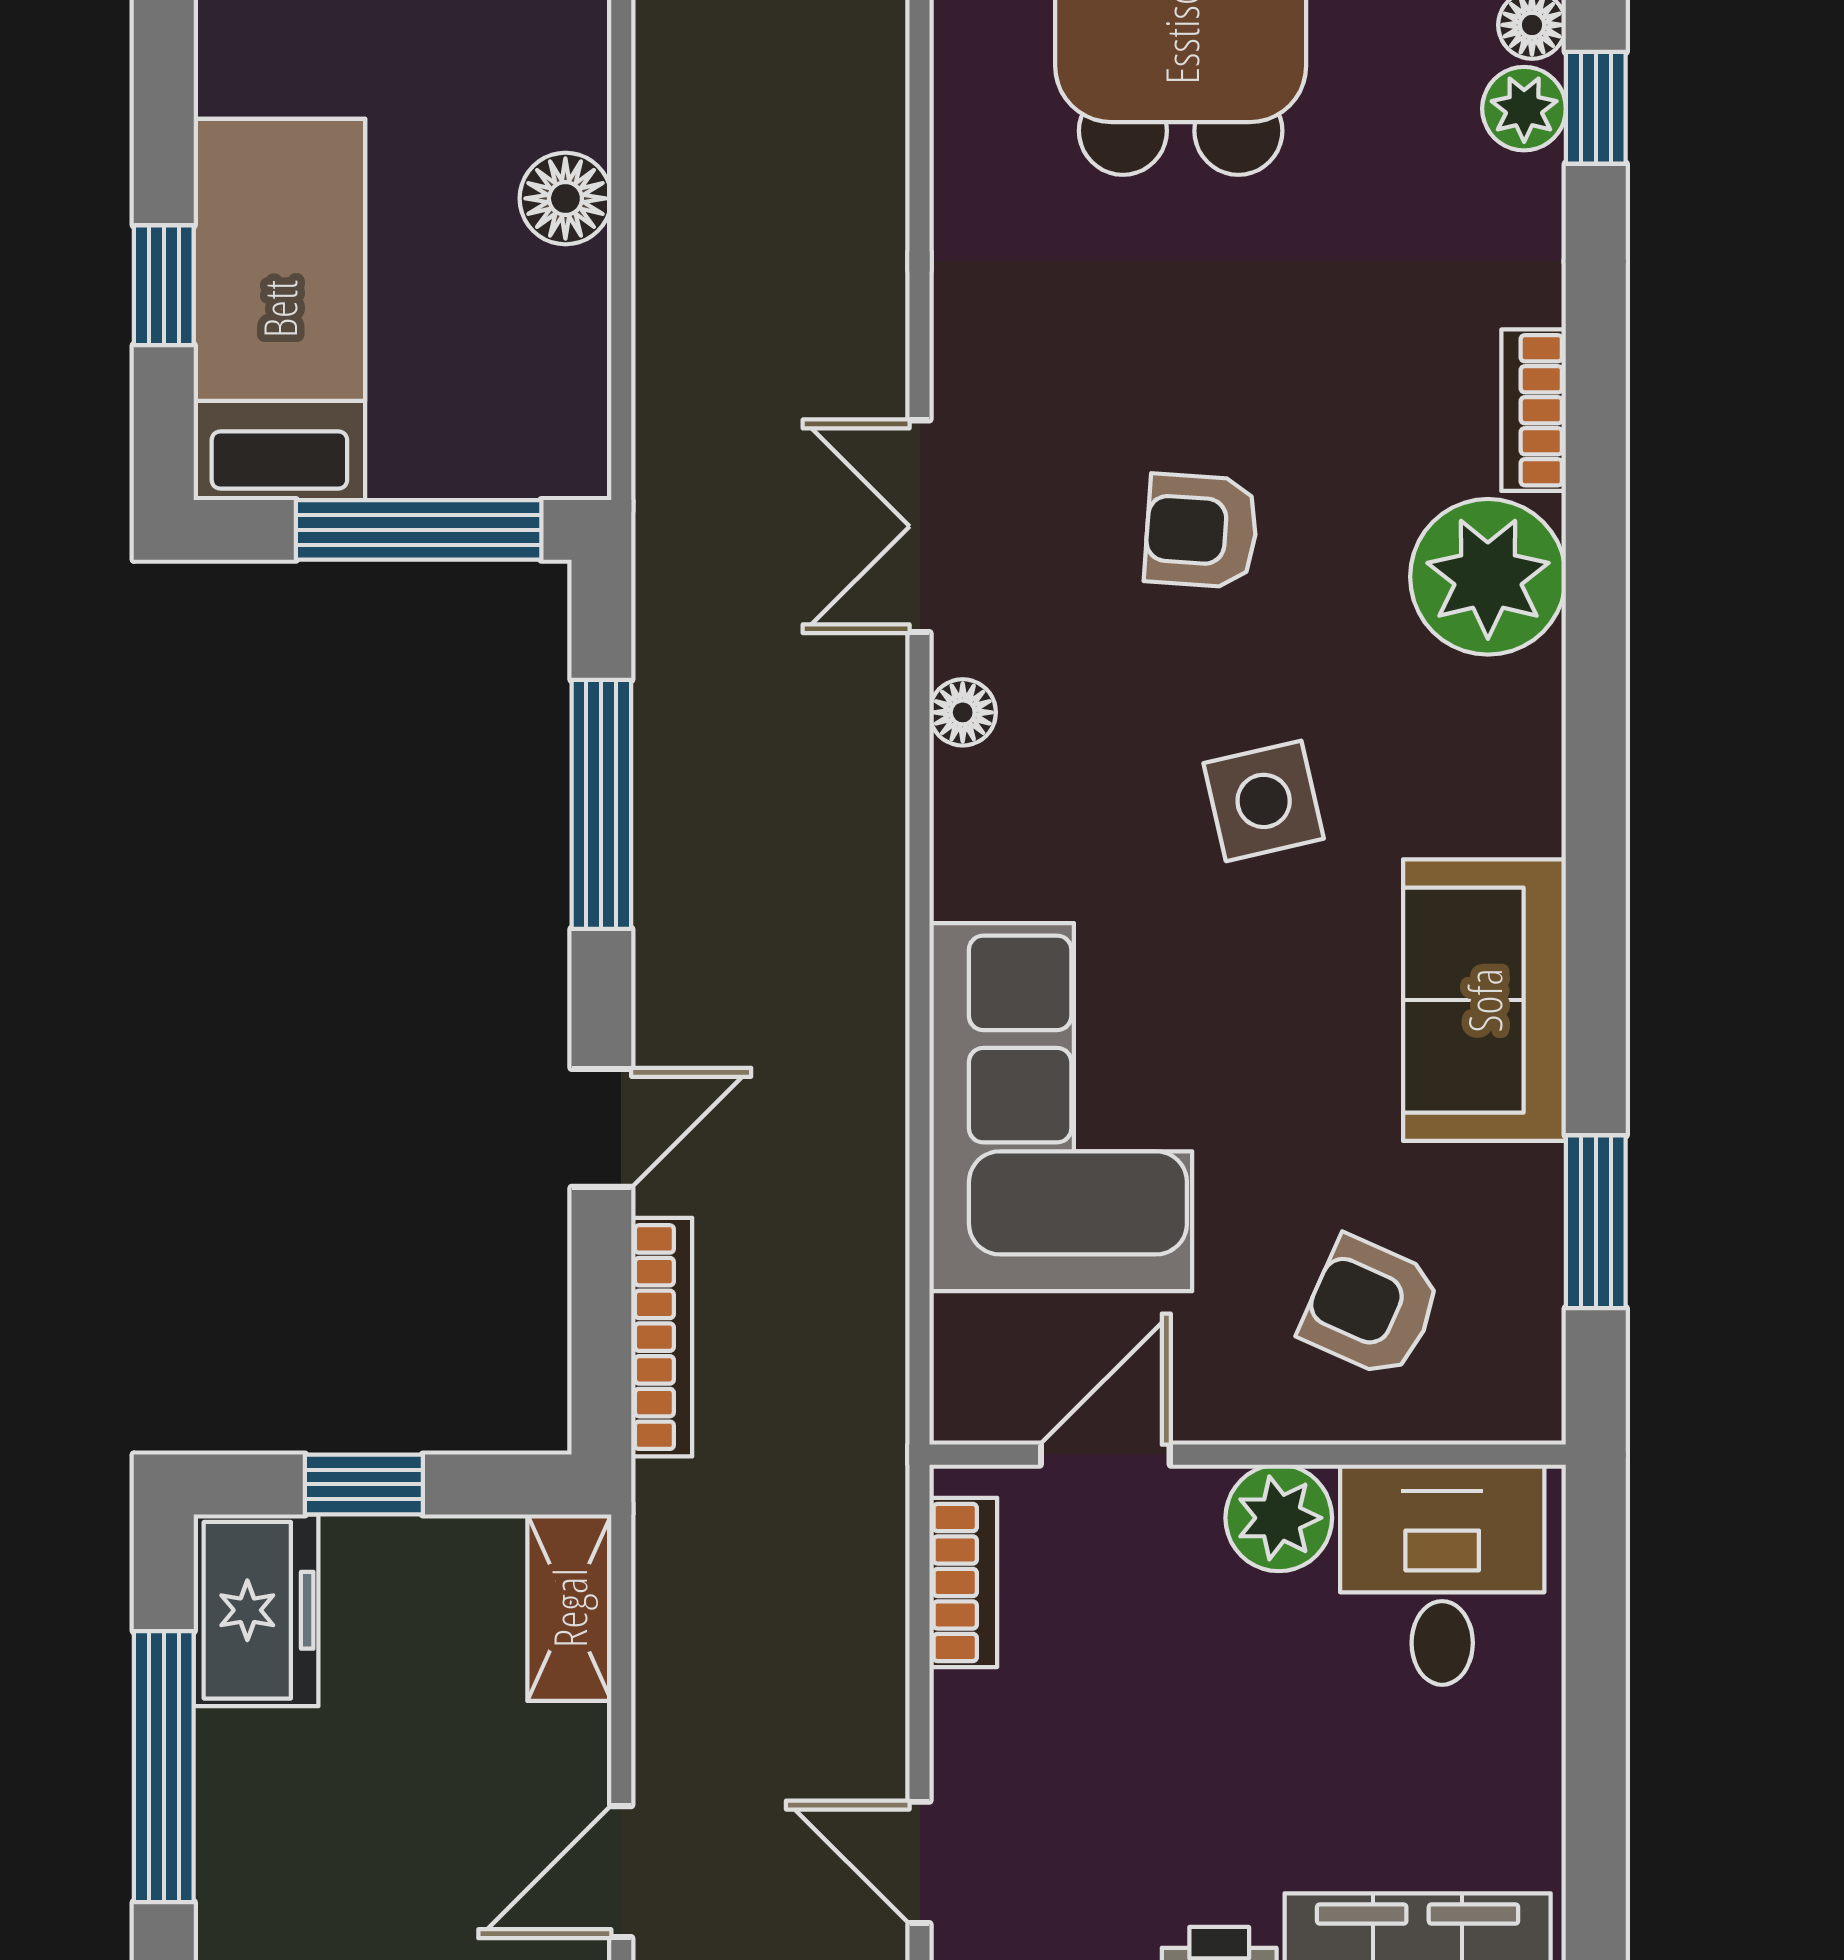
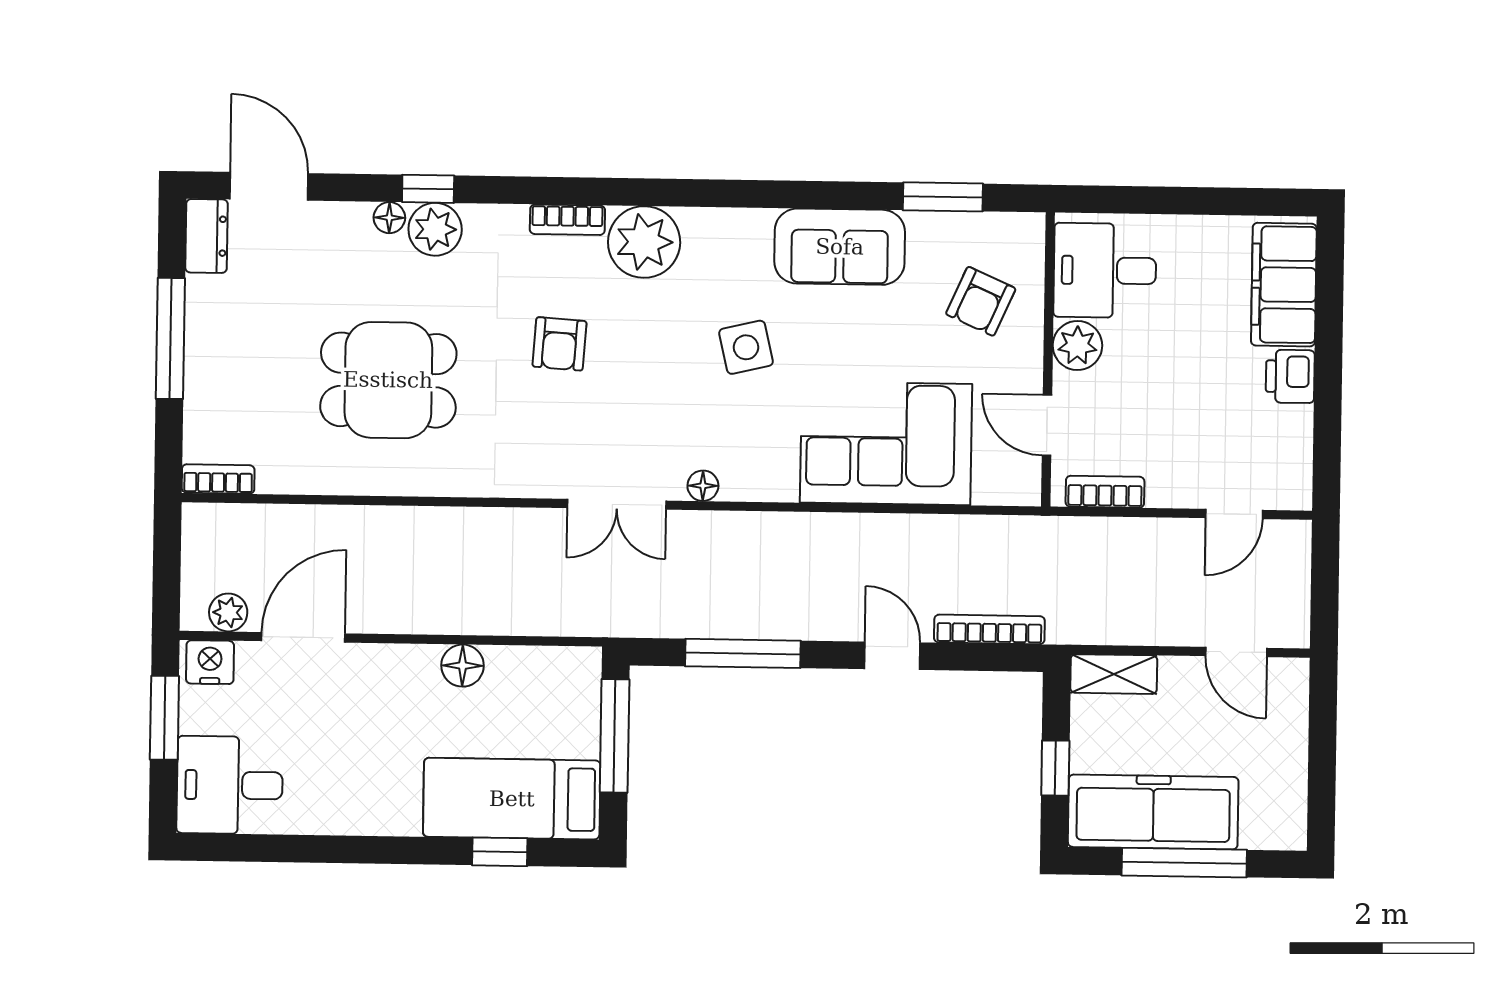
plant: (1524, 109) -> (435, 229), width x1.38, depth x1.38
armchair: (1201, 531) -> (559, 344), moved
freezer: (256, 1610) -> (1153, 812), width x1.91, depth x1.26

